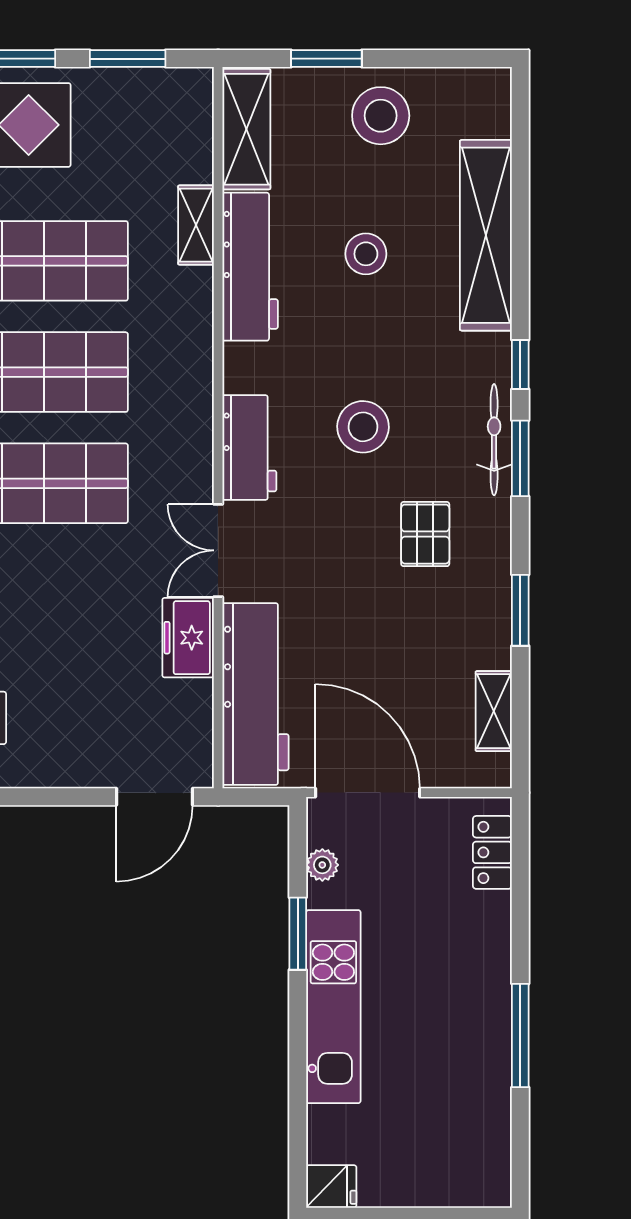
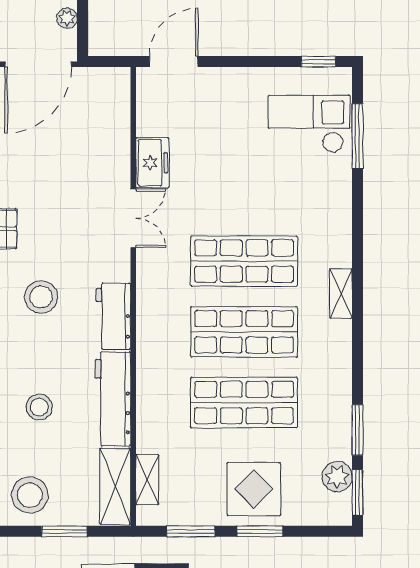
shelving: (196, 225) -> (147, 480), moved
workbench: (249, 448) -> (113, 316), moved
workbench: (255, 694) -> (110, 127), removed
door: (368, 793) -> (38, 64), hinge flipped

